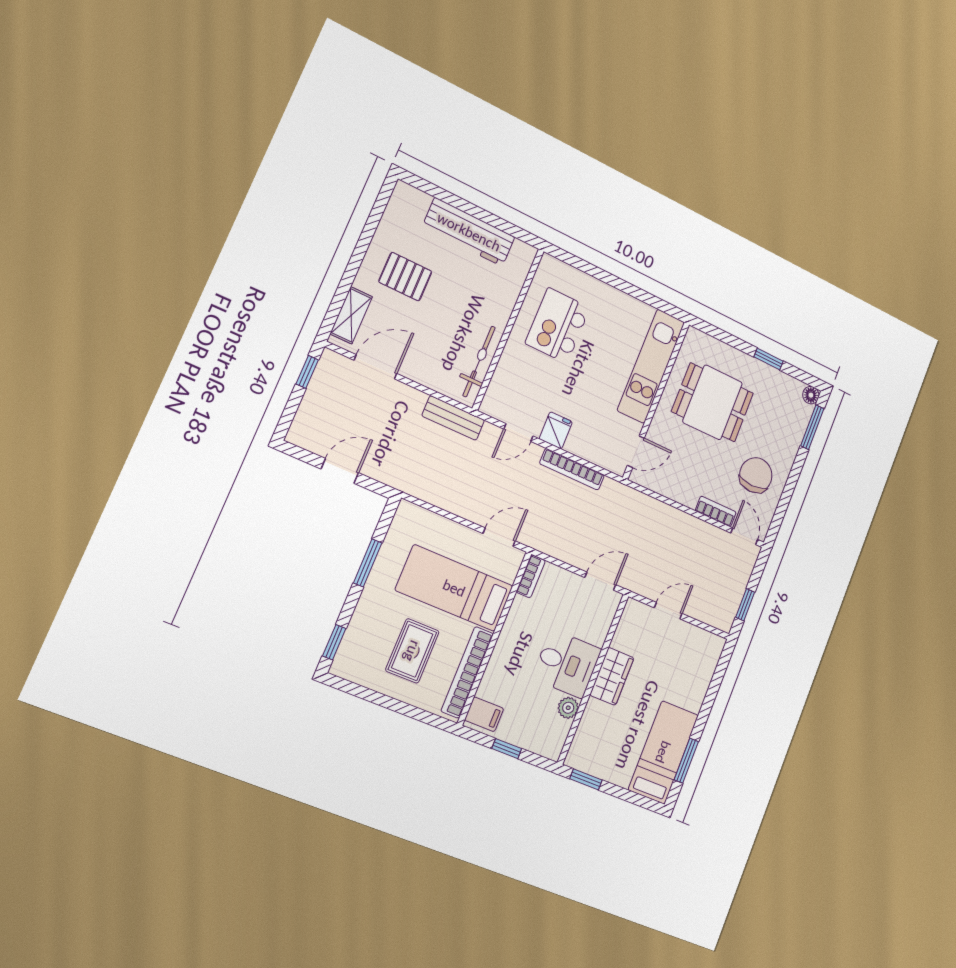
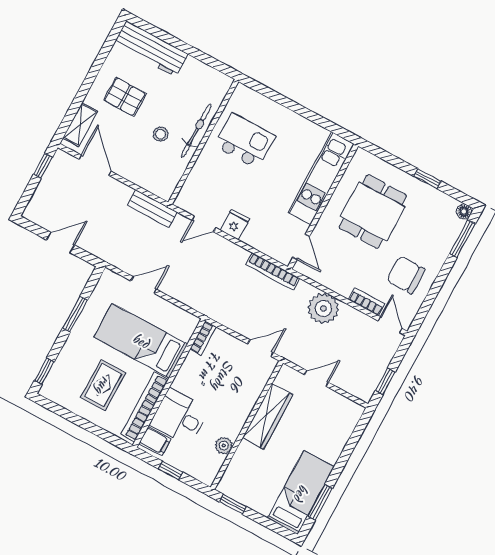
workbench: (469, 232) -> (151, 49), moved
stool: (455, 322) -> (161, 134), added
kitchen island: (558, 325) -> (245, 141), turned 90
bicycle: (479, 361) -> (196, 131), moved
door: (375, 367) -> (95, 165), hinge flipped
dining table: (713, 402) -> (373, 211), turned 90
door: (636, 452) -> (301, 247), hinge flipped
bookcase: (572, 469) -> (273, 271), moved
chair: (756, 475) -> (406, 275), turned -90
plant: (668, 524) -> (323, 308), added
door: (499, 537) -> (144, 285), moved
desk: (567, 664) -> (179, 417), moved, turned 180
wardrobe: (612, 676) -> (268, 416), width x1.50

